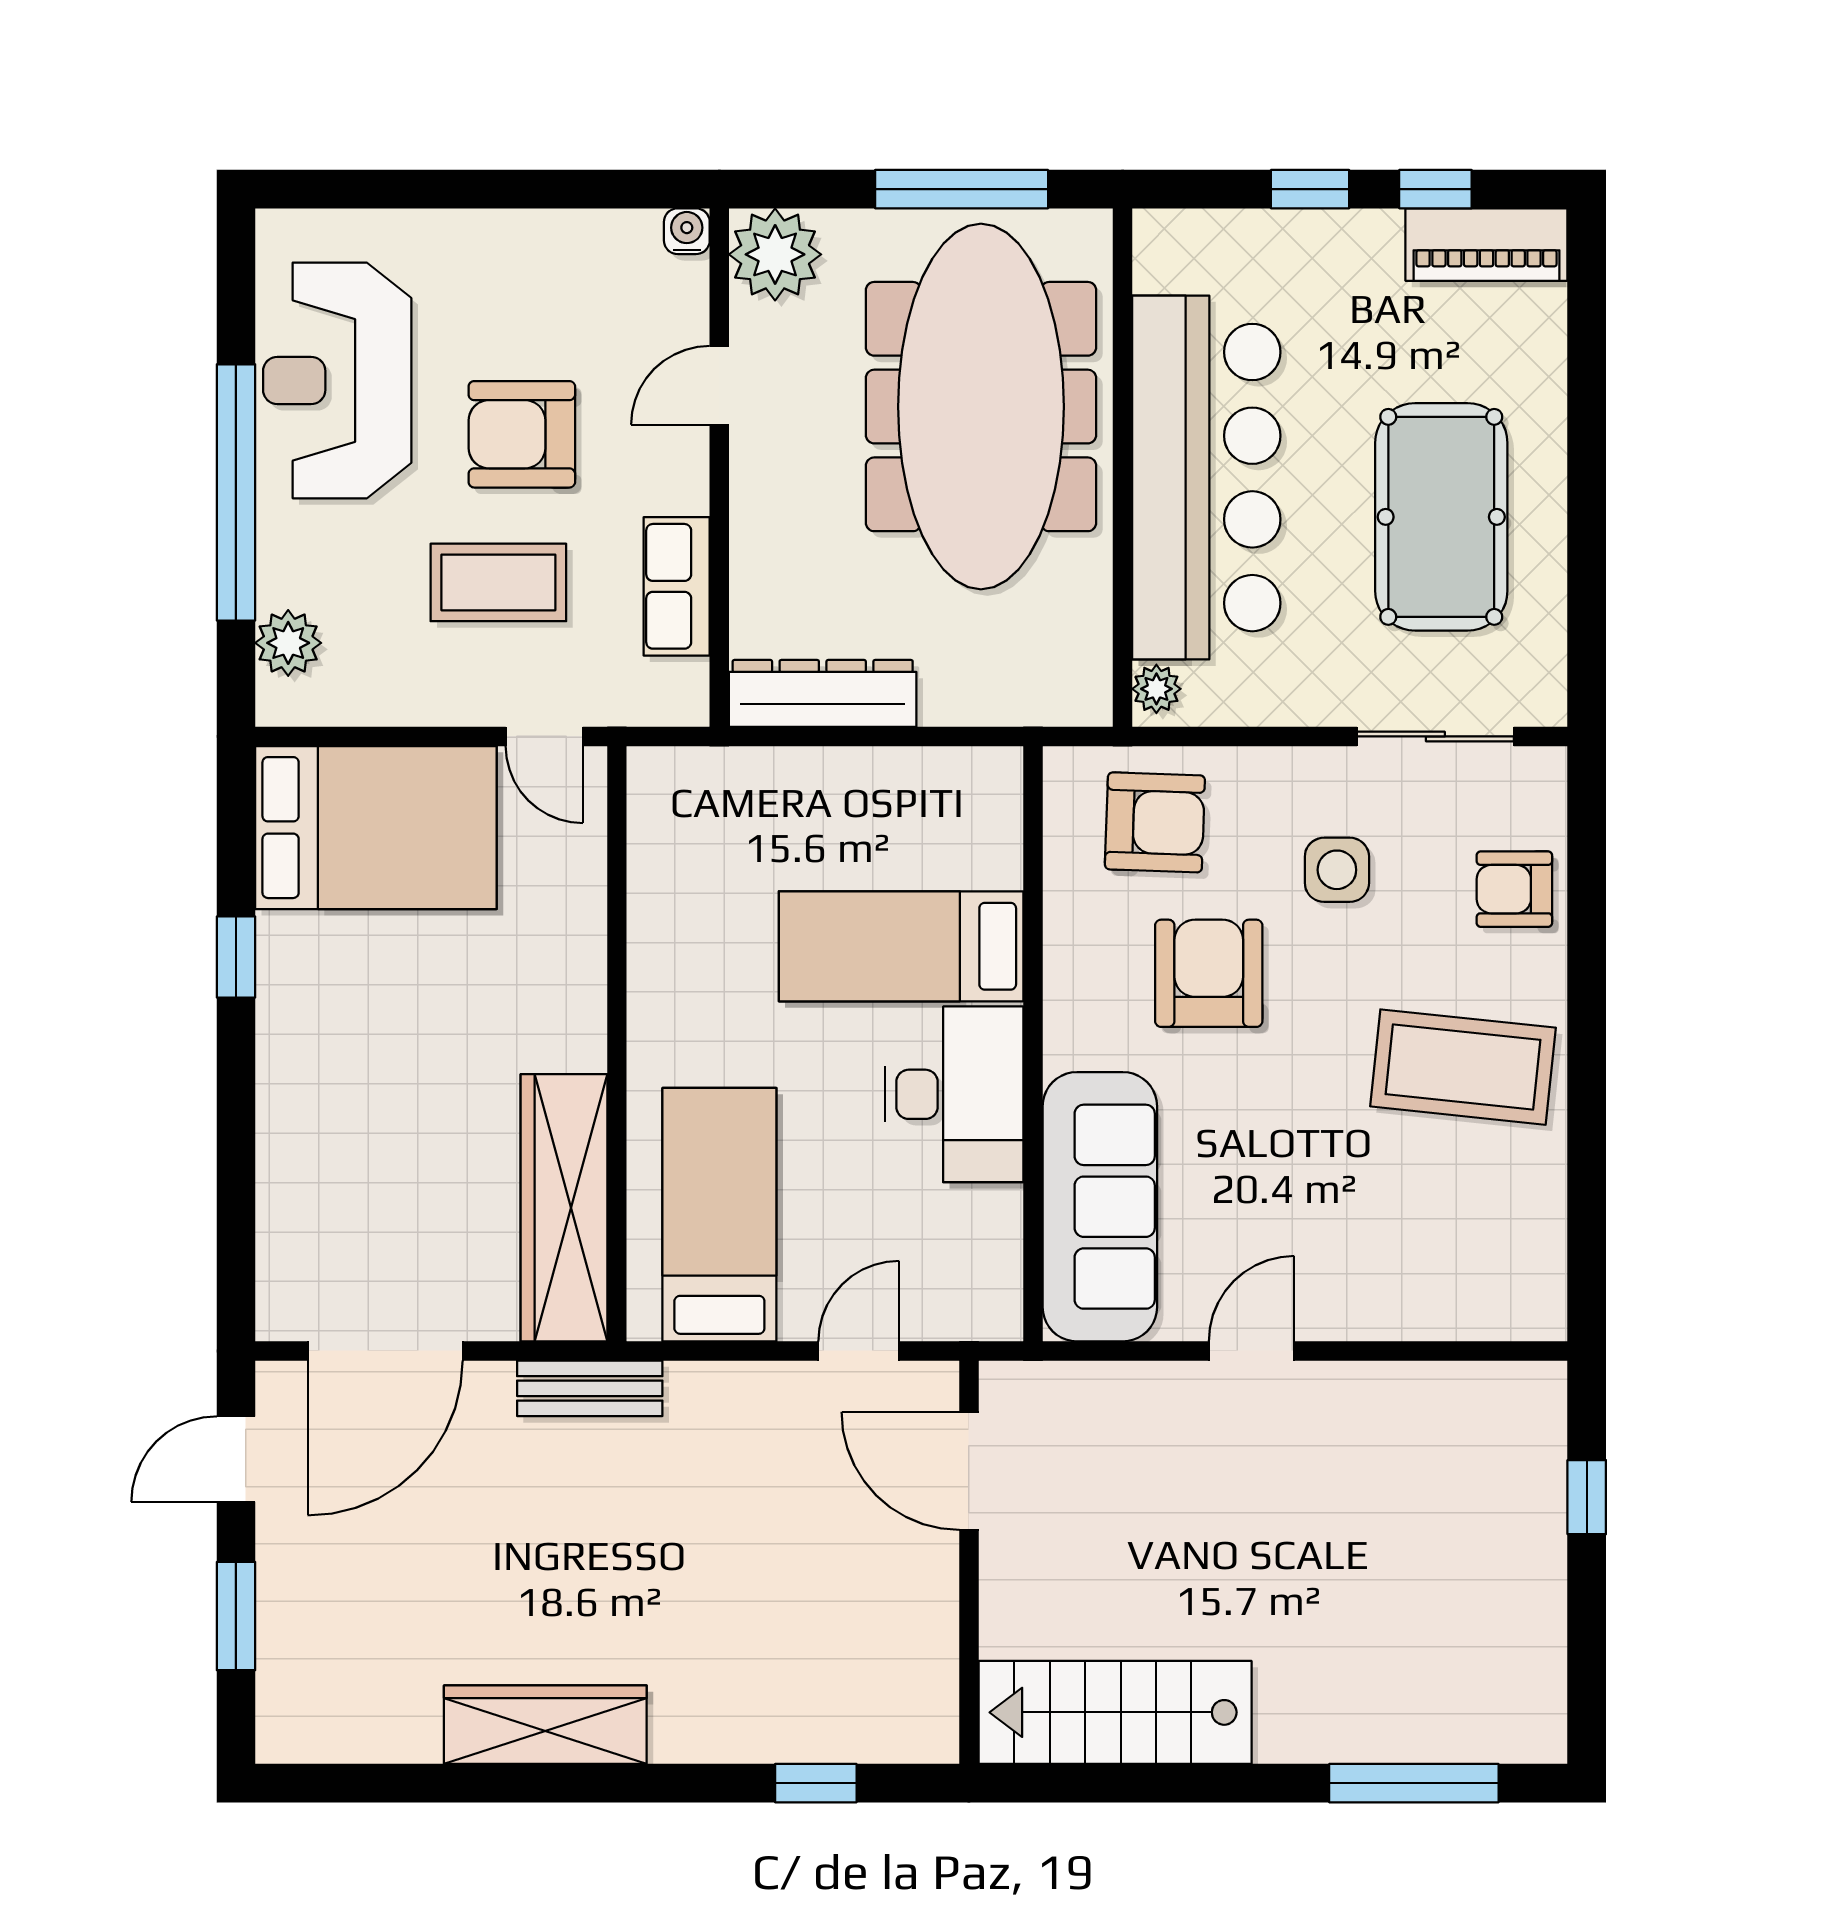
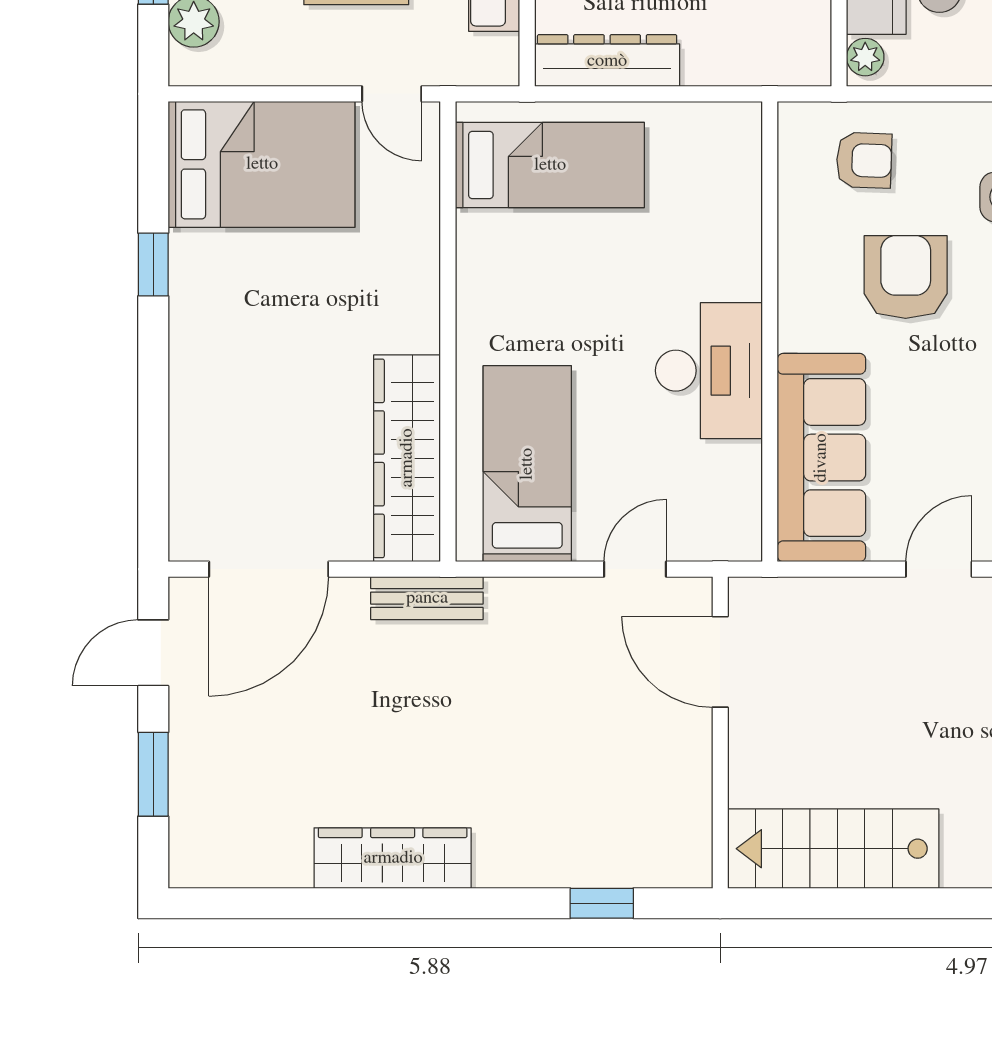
armchair: (1155, 822) -> (864, 160), width x0.72, depth x0.72
bed: (901, 946) -> (550, 165), moved, turned 180

